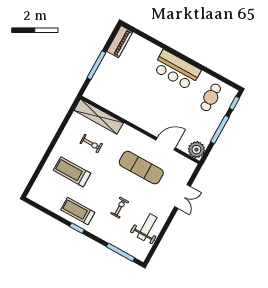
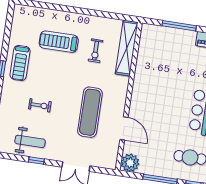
treadmill: (72, 172) -> (59, 42), turned -90
treadmill: (78, 211) -> (20, 63), turned 180
window: (165, 228) -> (36, 161), added

